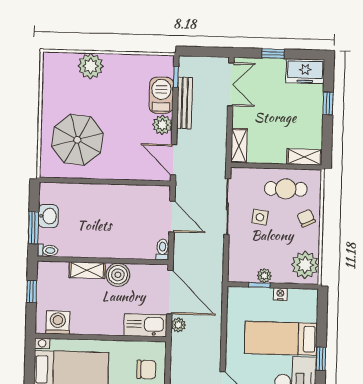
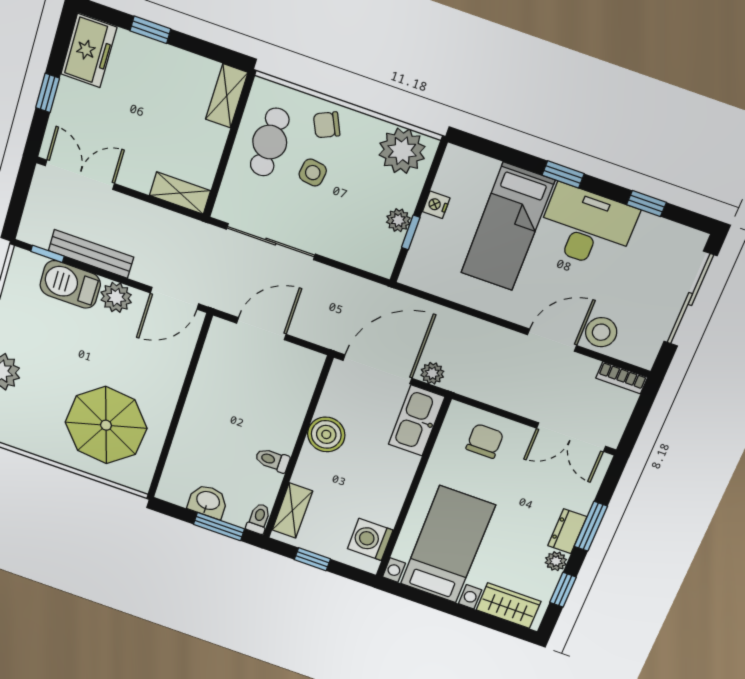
side table: (260, 217) -> (313, 173), moved
toilet: (162, 250) -> (272, 460), moved
shelving: (87, 270) -> (292, 511), moved

